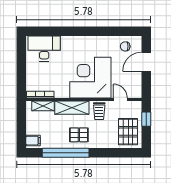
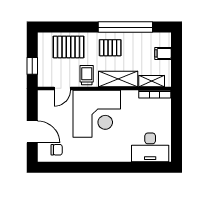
door: (146, 62) -> (32, 132), hinge flipped
door: (120, 100) -> (62, 88), hinge flipped
pallet: (128, 132) -> (68, 47), moved, turned 90
filing cabinet: (33, 141) -> (163, 53), moved

